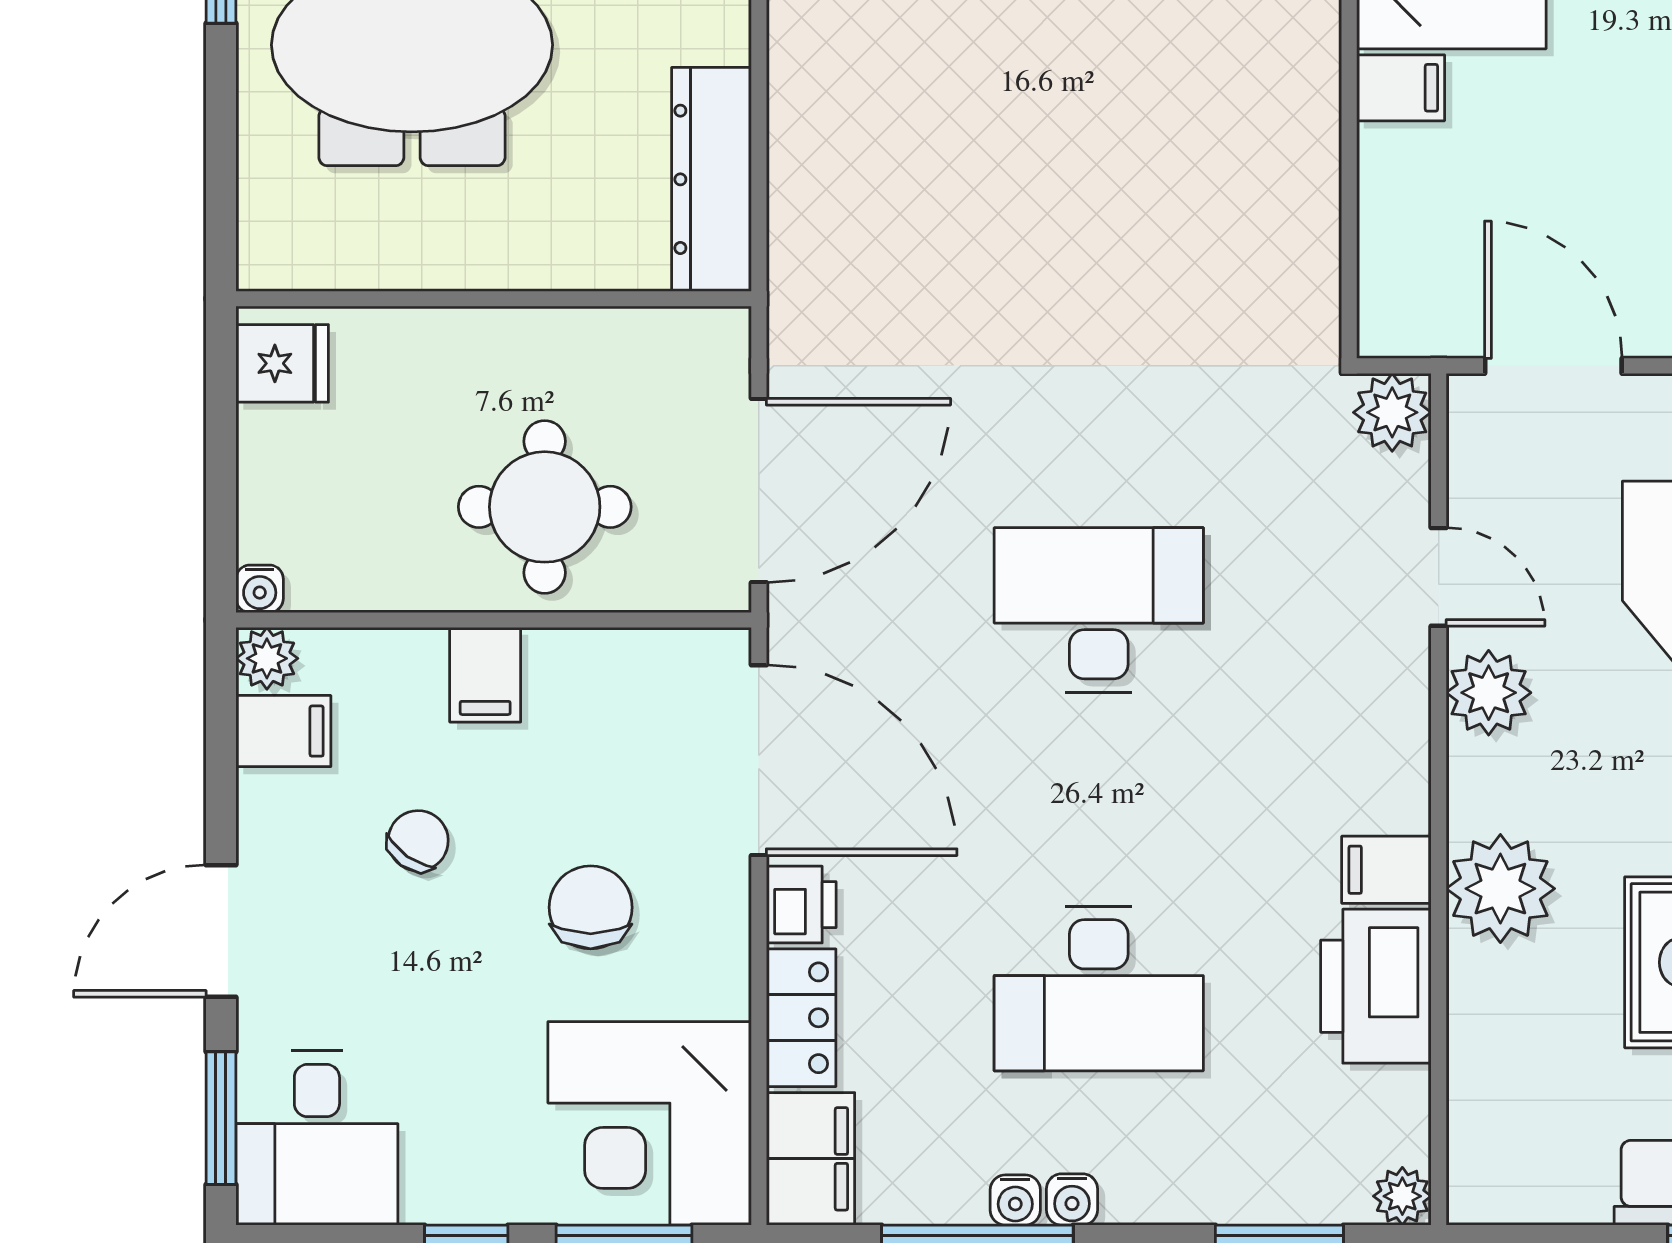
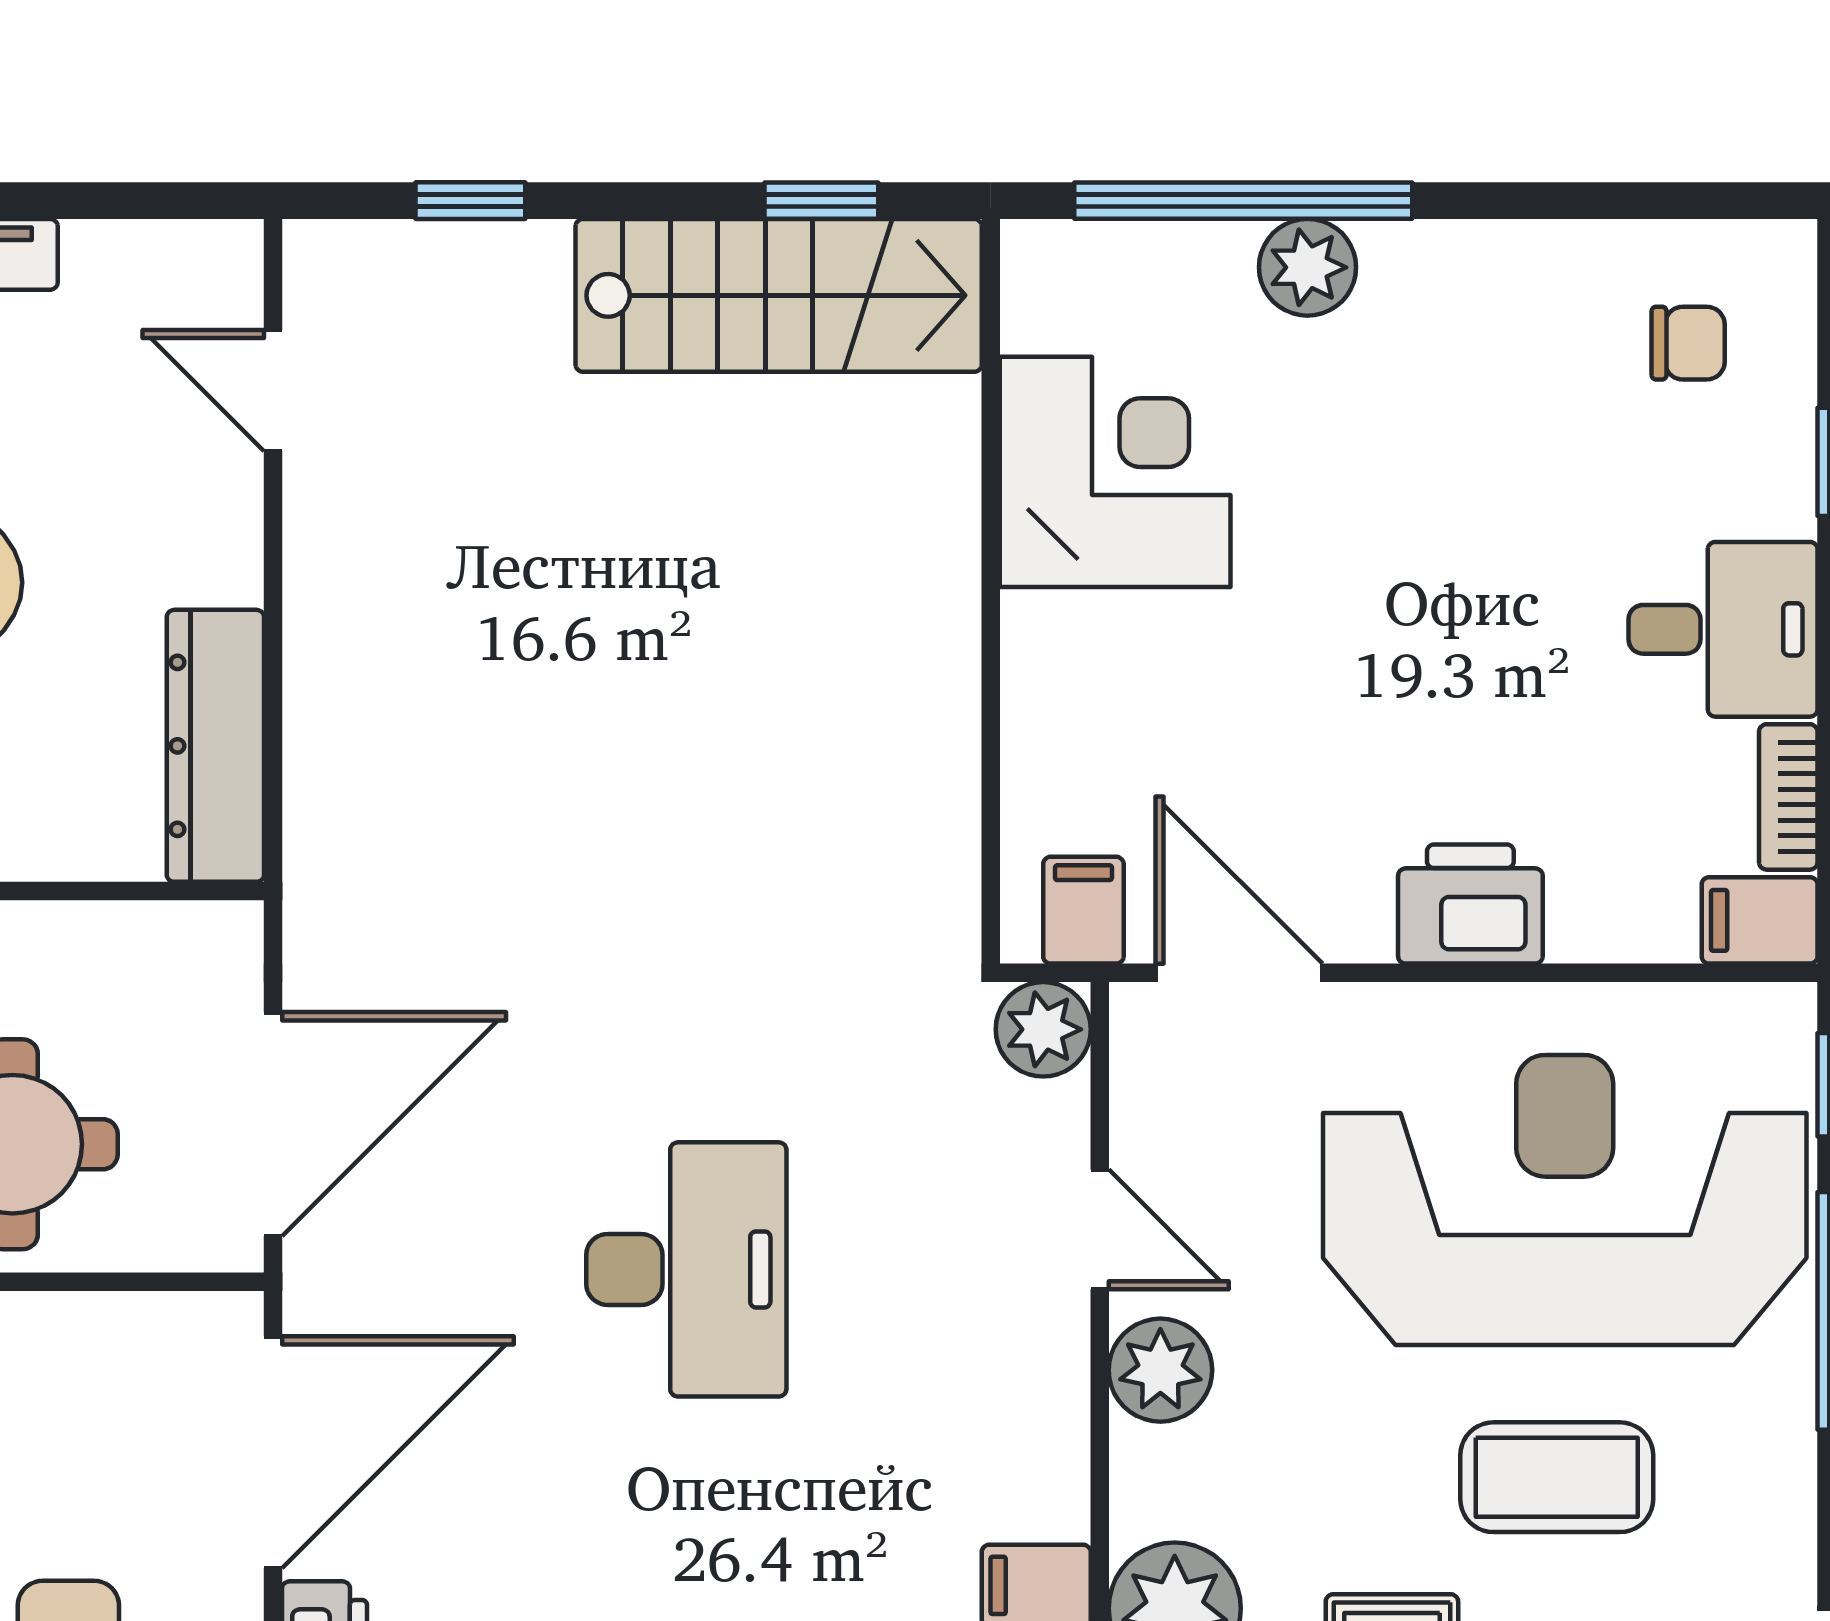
filing cabinet: (1401, 88) -> (1083, 910), moved, turned -90
desk: (1099, 610) -> (686, 1269), turned 90
door: (759, 760) -> (273, 1452), hinge flipped

